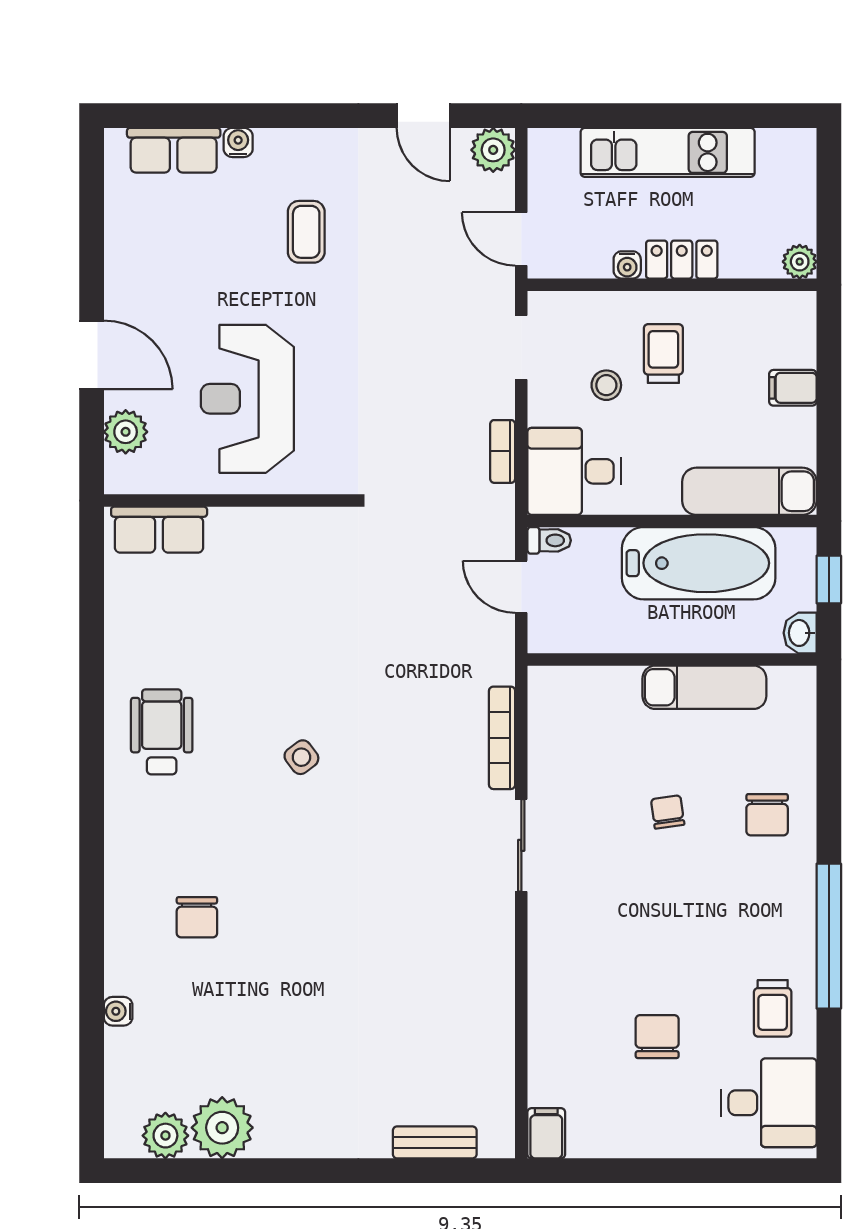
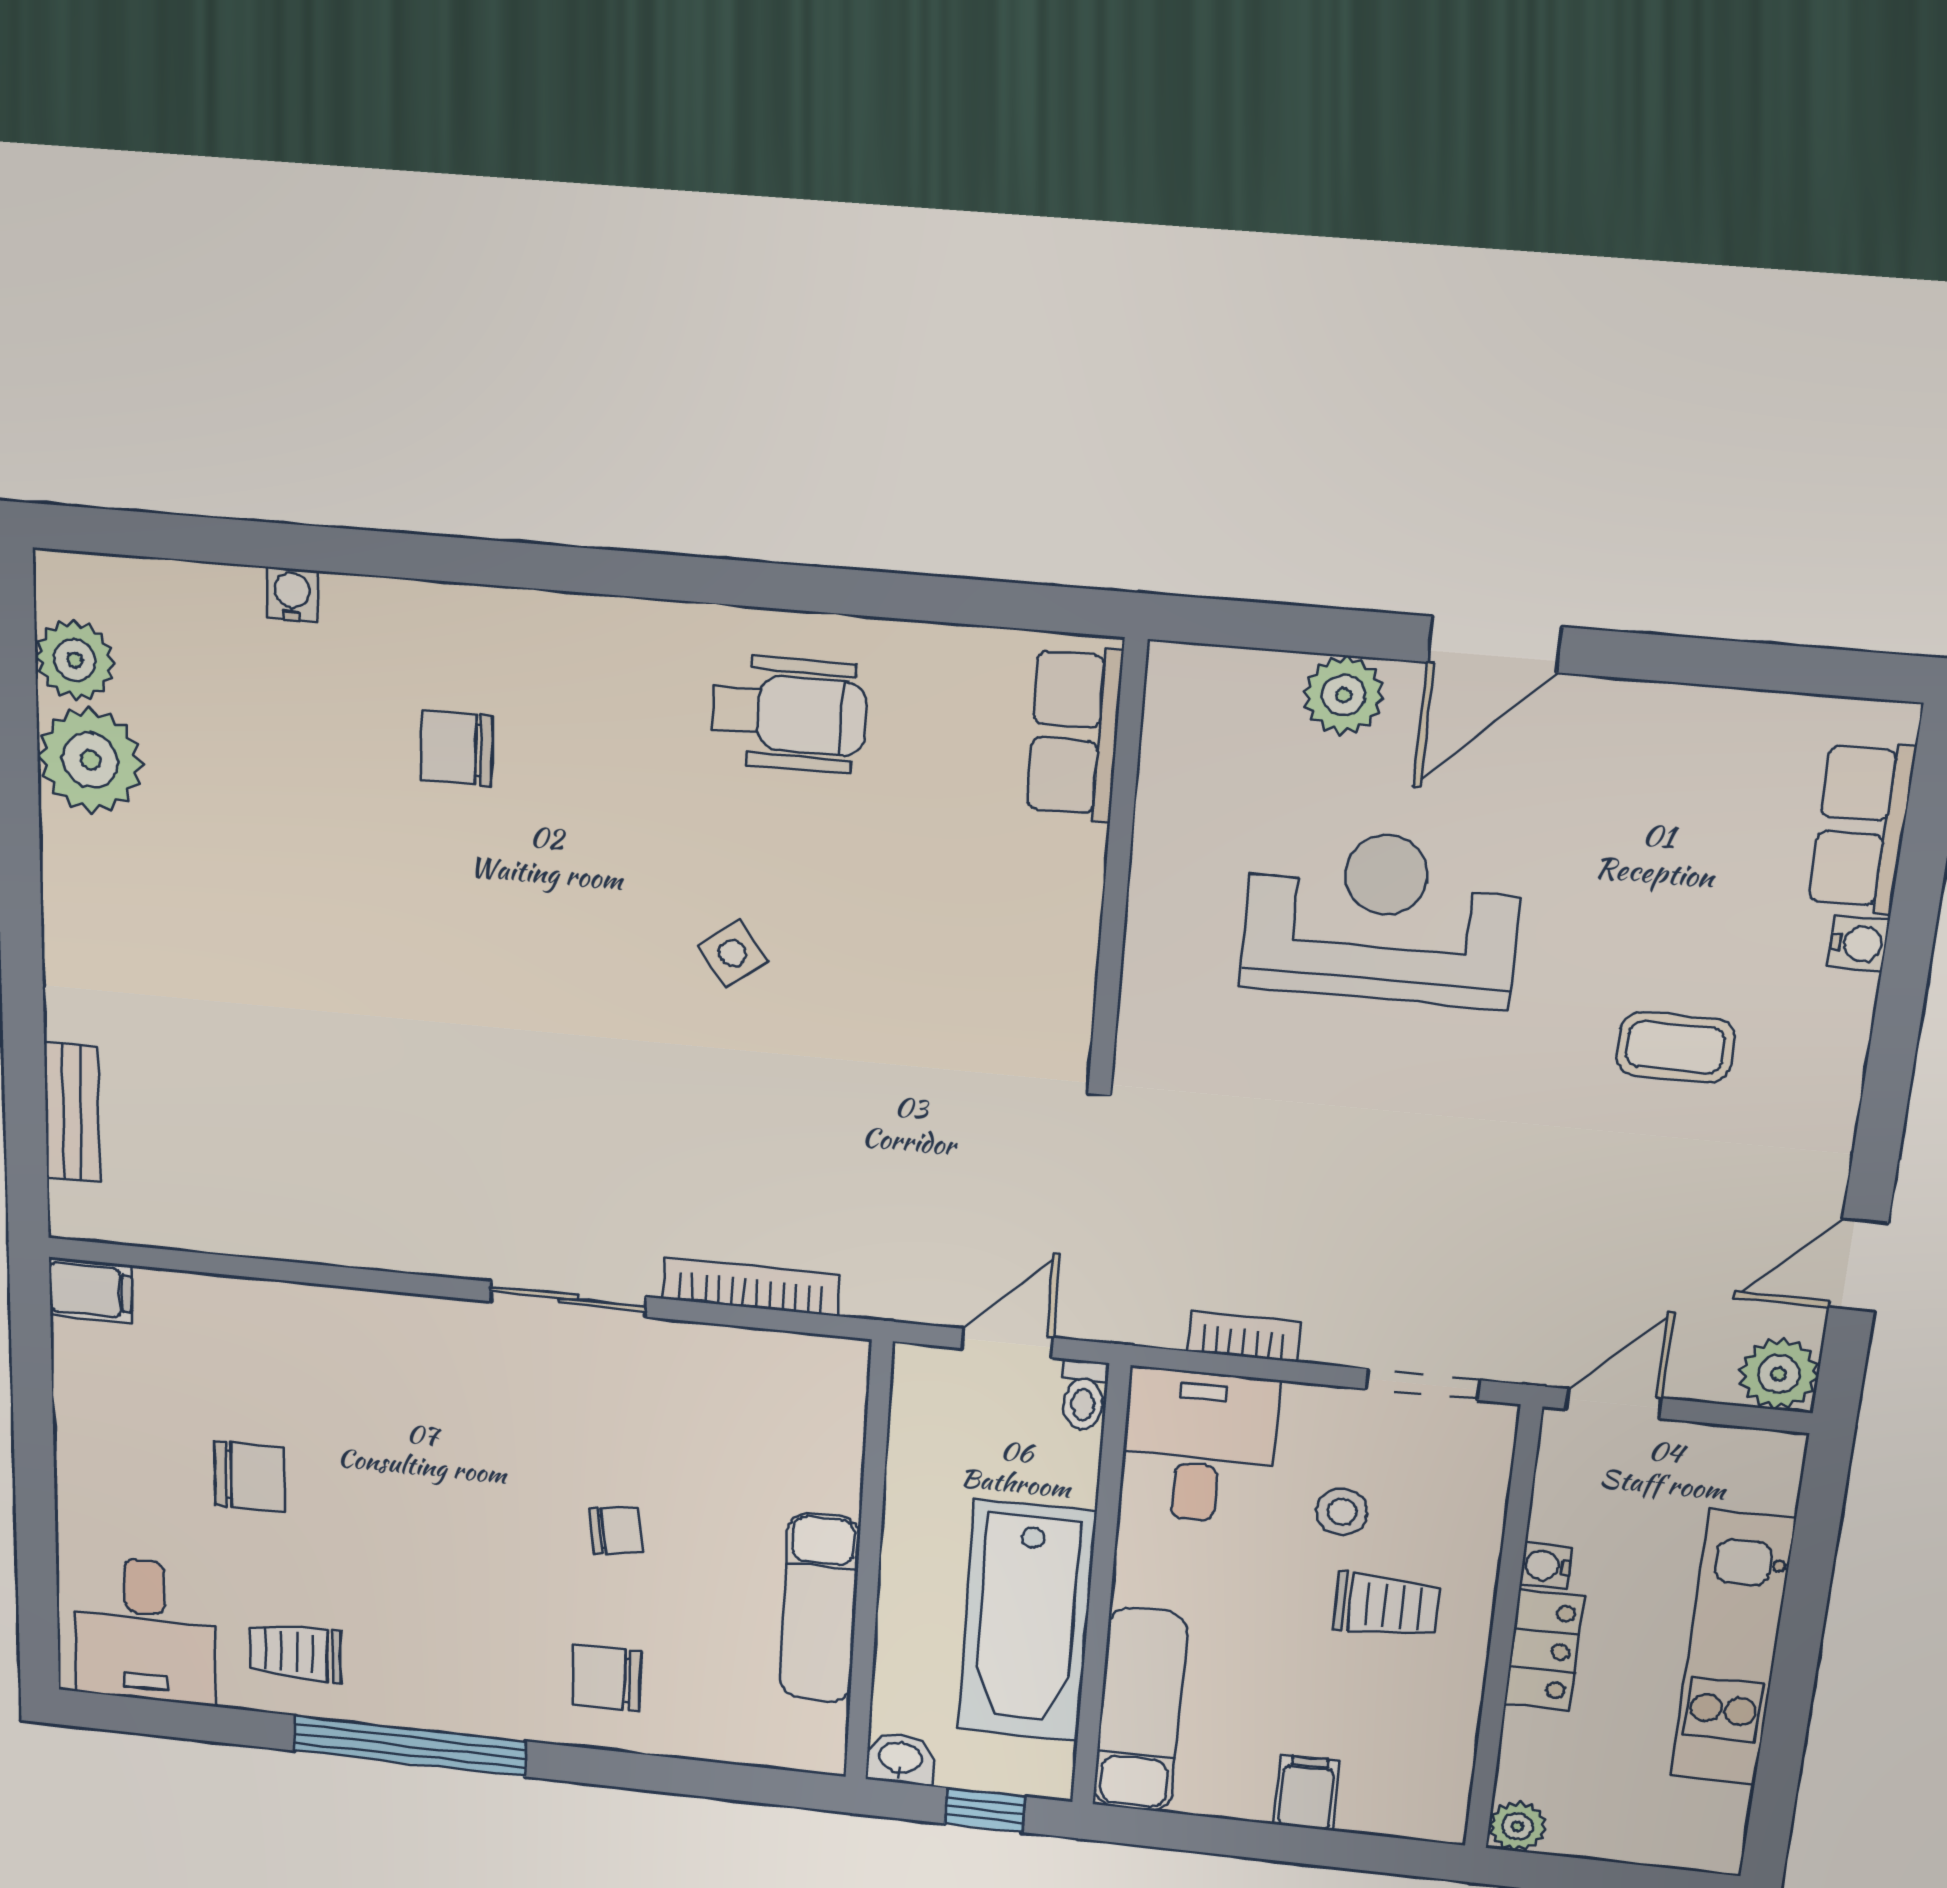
wall: (228, 501) -> (1118, 860), moved
row of seats: (159, 530) -> (1075, 733), moved

